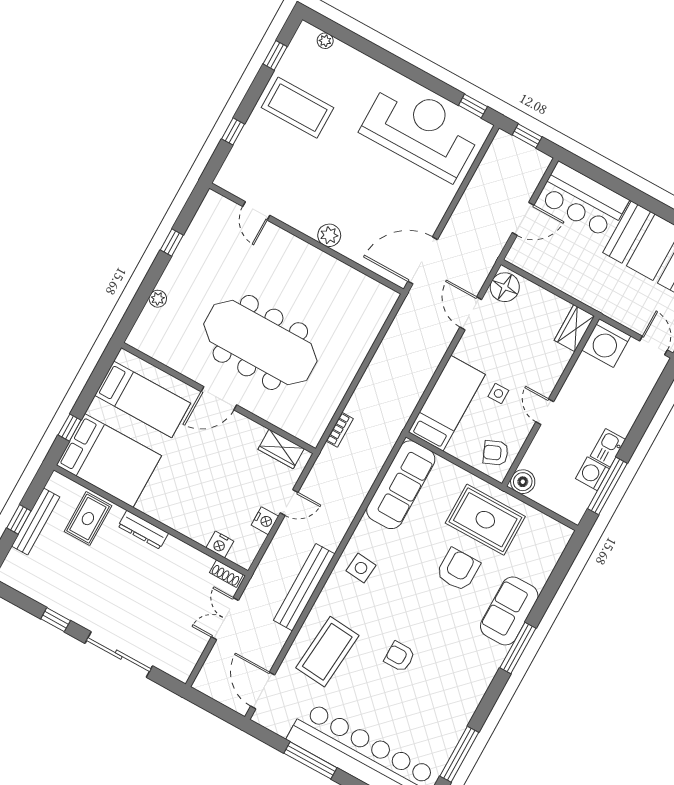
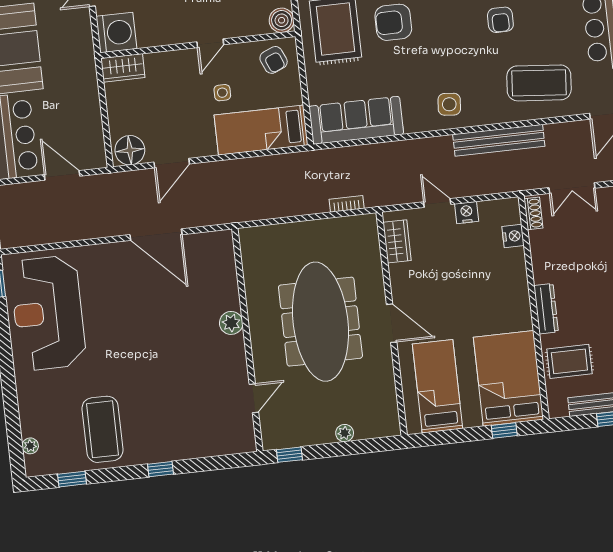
door: (256, 211) -> (254, 398), moved
plant: (329, 235) -> (231, 323), moved
wall: (306, 239) -> (247, 340), moved

